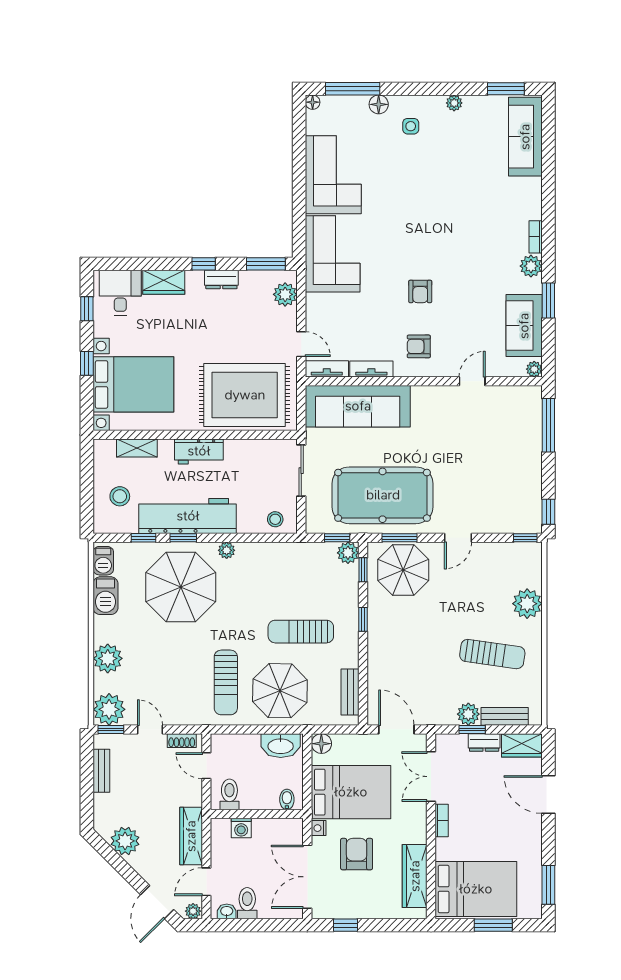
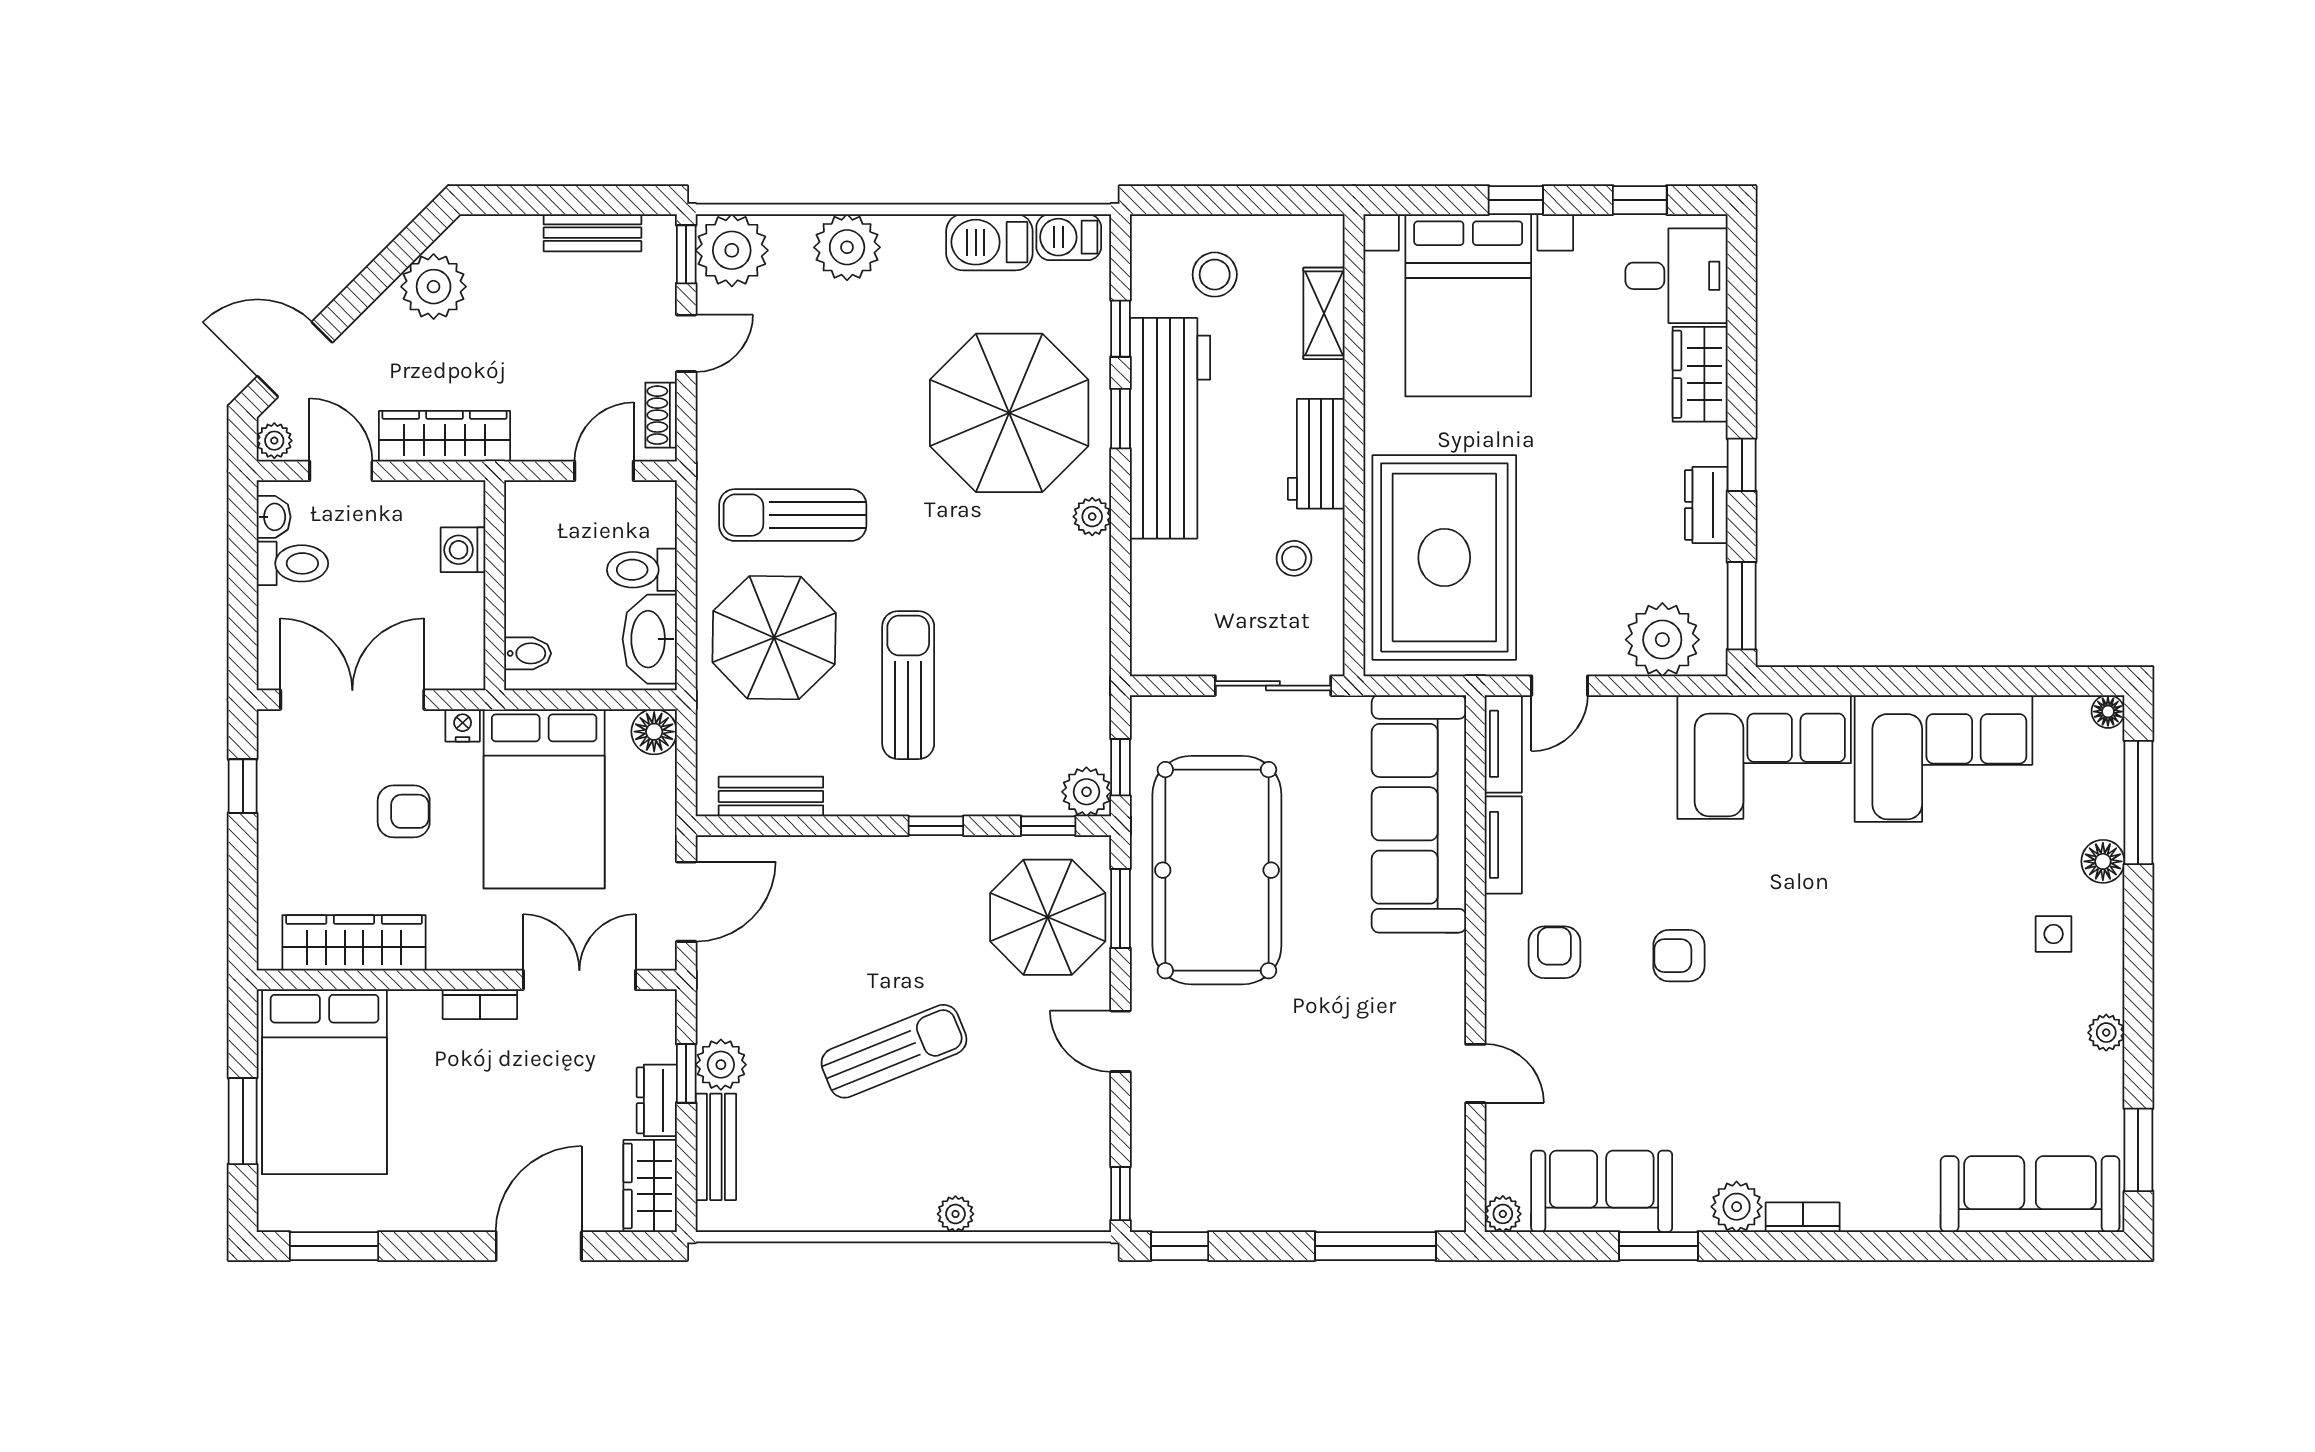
plant: (285, 294) -> (1662, 640), width x1.36, depth x1.36
stool: (275, 519) -> (1294, 558), moved
plant: (527, 604) -> (955, 1214), width x0.53, depth x0.53
sun lounger: (492, 654) -> (894, 1051), moved, turned -120
toilet: (229, 794) -> (642, 570), moved, turned 180
armchair: (357, 854) -> (404, 811), width x0.72, depth x0.72

